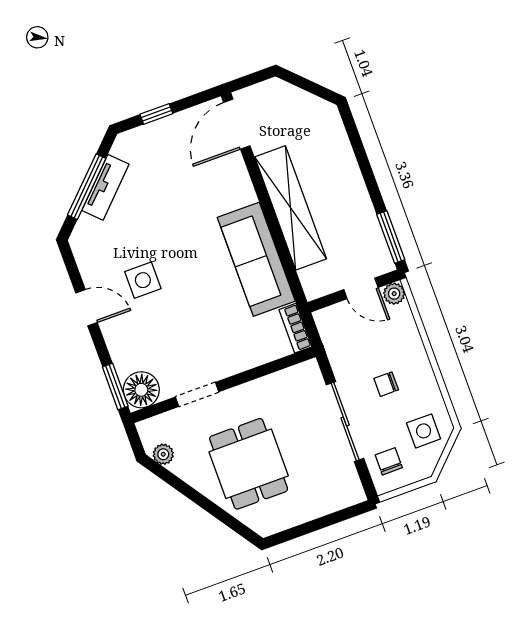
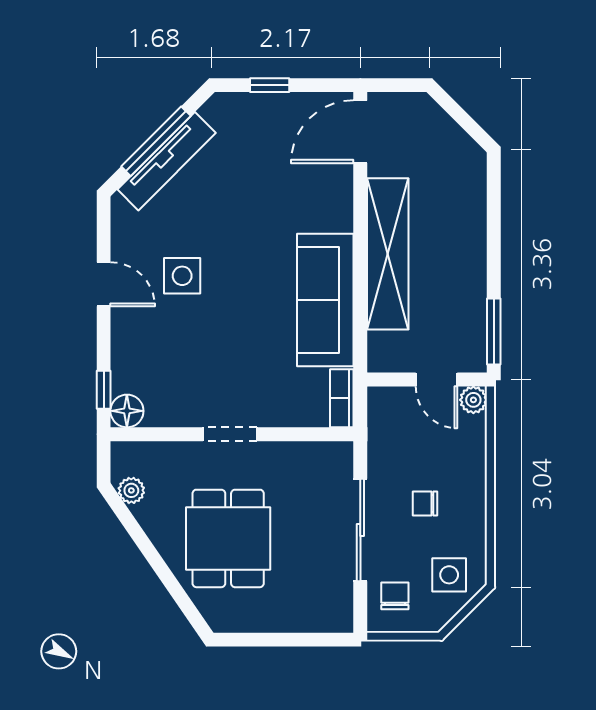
tv unit: (105, 187) -> (167, 161), width x1.41
window: (115, 387) -> (104, 390), width x0.67
floor lamp: (141, 390) -> (127, 411), width x0.73, depth x0.73
doorway: (197, 394) -> (230, 434), moved

